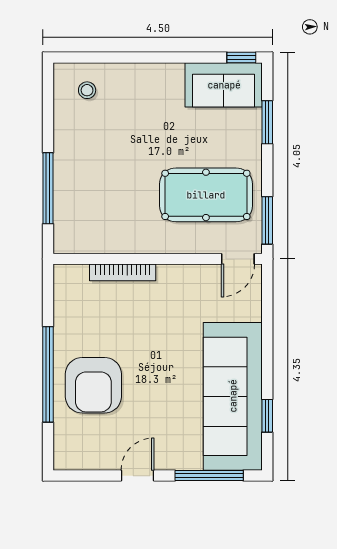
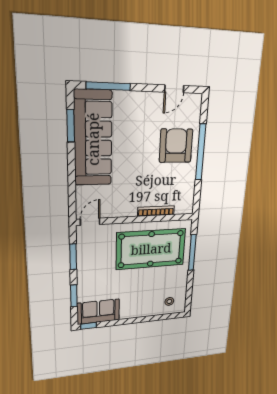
pool table: (206, 195) -> (151, 249), moved, width x1.36, depth x1.32
window: (267, 220) -> (73, 257), moved
window: (267, 416) -> (71, 126), width x1.50
door: (137, 476) -> (174, 89), moved

